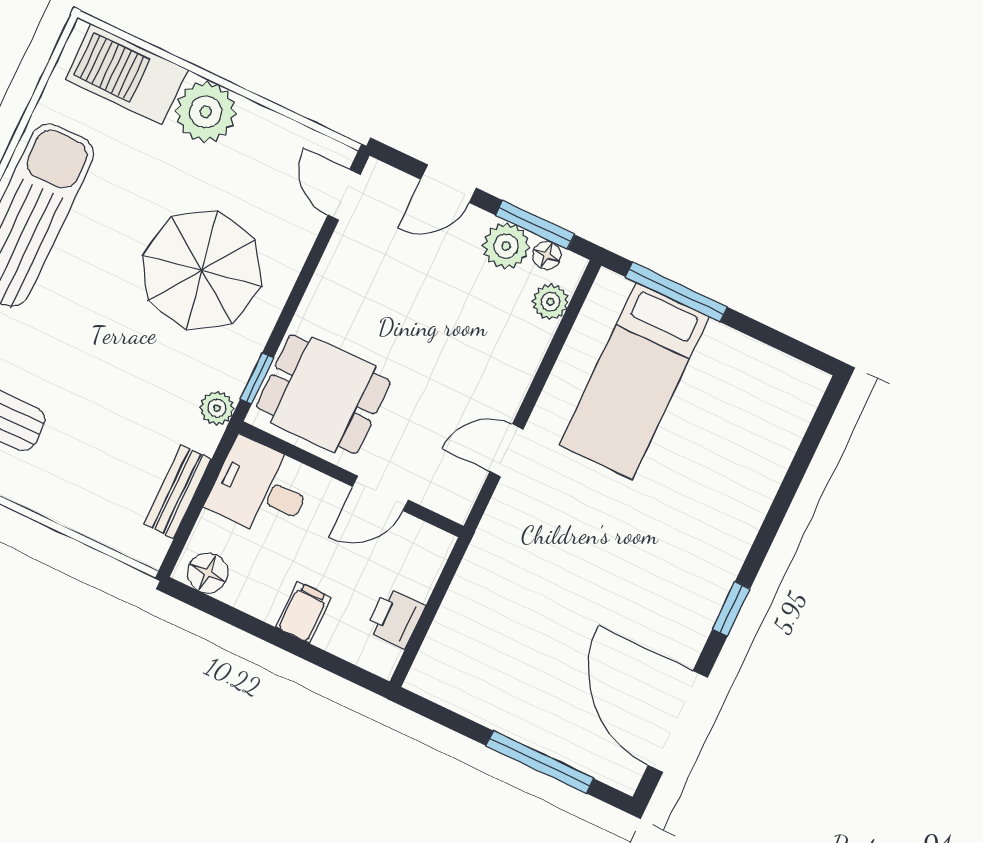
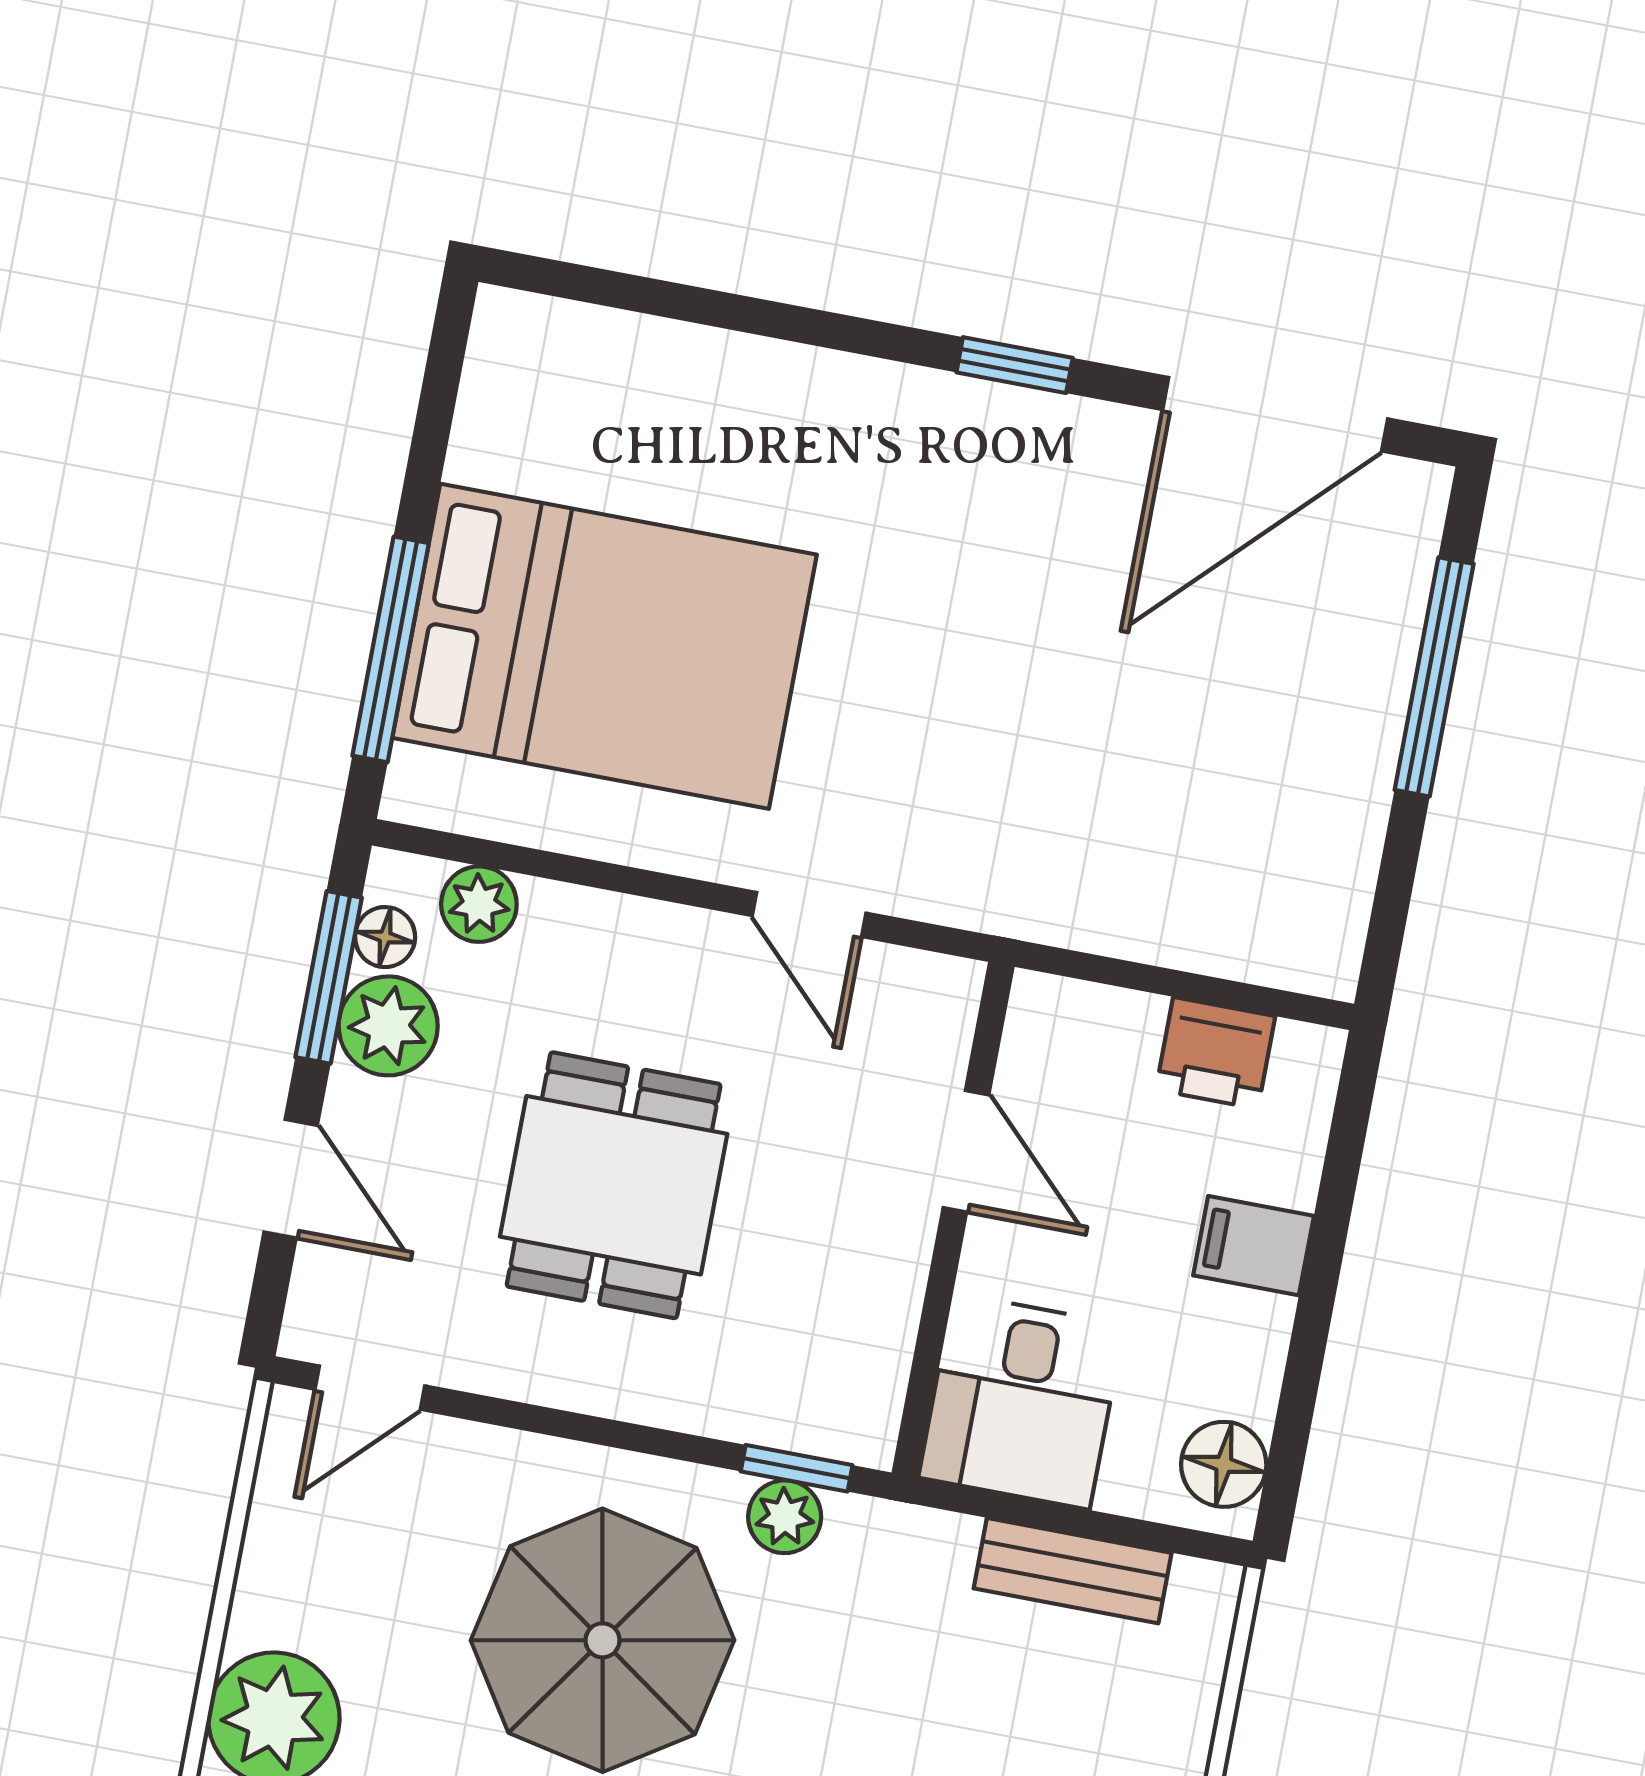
bed: (634, 381) -> (605, 646), width x1.50
dining table: (323, 394) -> (614, 1185), moved
plant: (217, 408) -> (785, 1517), moved

